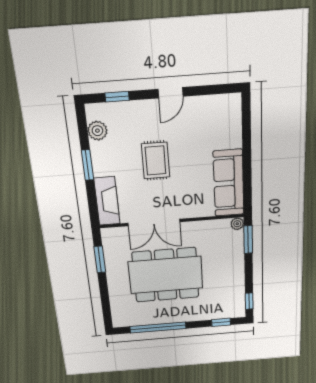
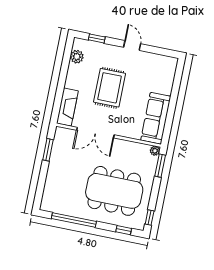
door: (170, 93) -> (132, 46), swing flipped
rug: (156, 161) -> (110, 88), width x1.36, depth x1.43
window: (87, 165) -> (62, 78), removed
dining table: (166, 275) -> (114, 191), moved

